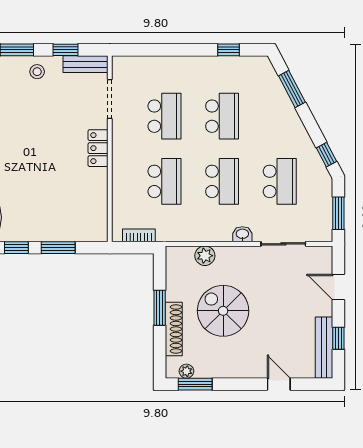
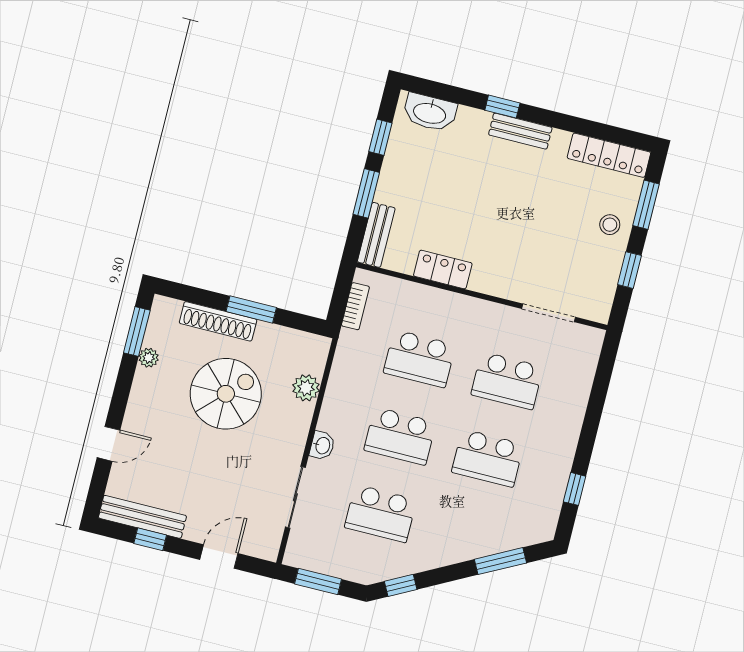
bench: (85, 64) -> (376, 235), moved
locker: (98, 148) -> (443, 270), moved
plant: (186, 371) -> (149, 358), moved

